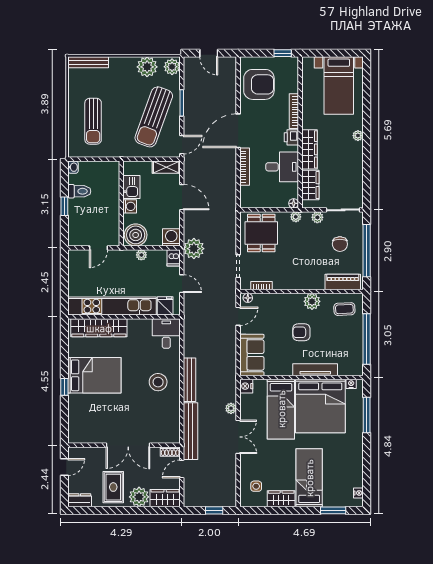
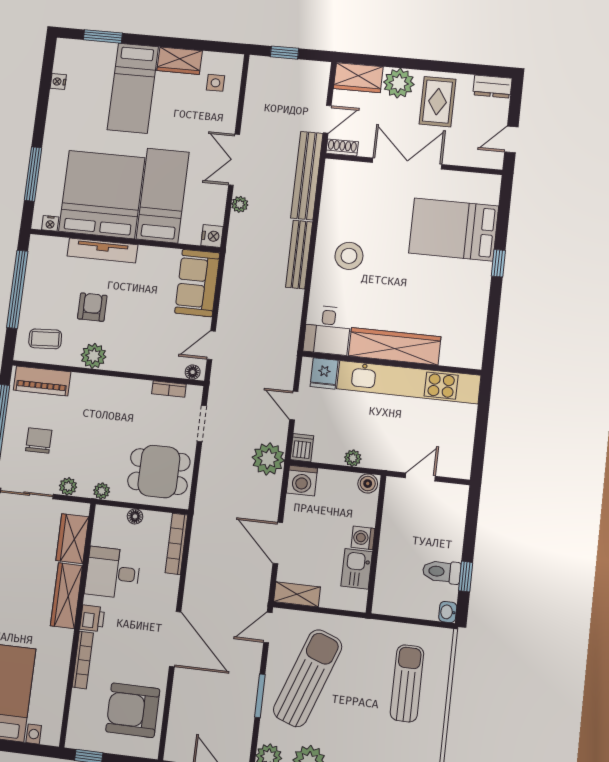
door: (238, 131) -> (175, 639), hinge flipped
bookcase: (245, 167) -> (176, 544), moved
floor lamp: (294, 203) -> (135, 516), moved
window: (64, 206) -> (466, 577), moved
dining table: (261, 233) -> (159, 472), turned 90
boiler: (136, 235) -> (368, 484), width x0.54, depth x0.54
wardrobe: (99, 328) -> (395, 346), moved
armchair: (301, 332) -> (92, 307), moved, turned -90
bed: (94, 375) -> (454, 229), moved
nightstand: (358, 493) -> (58, 82), moved

